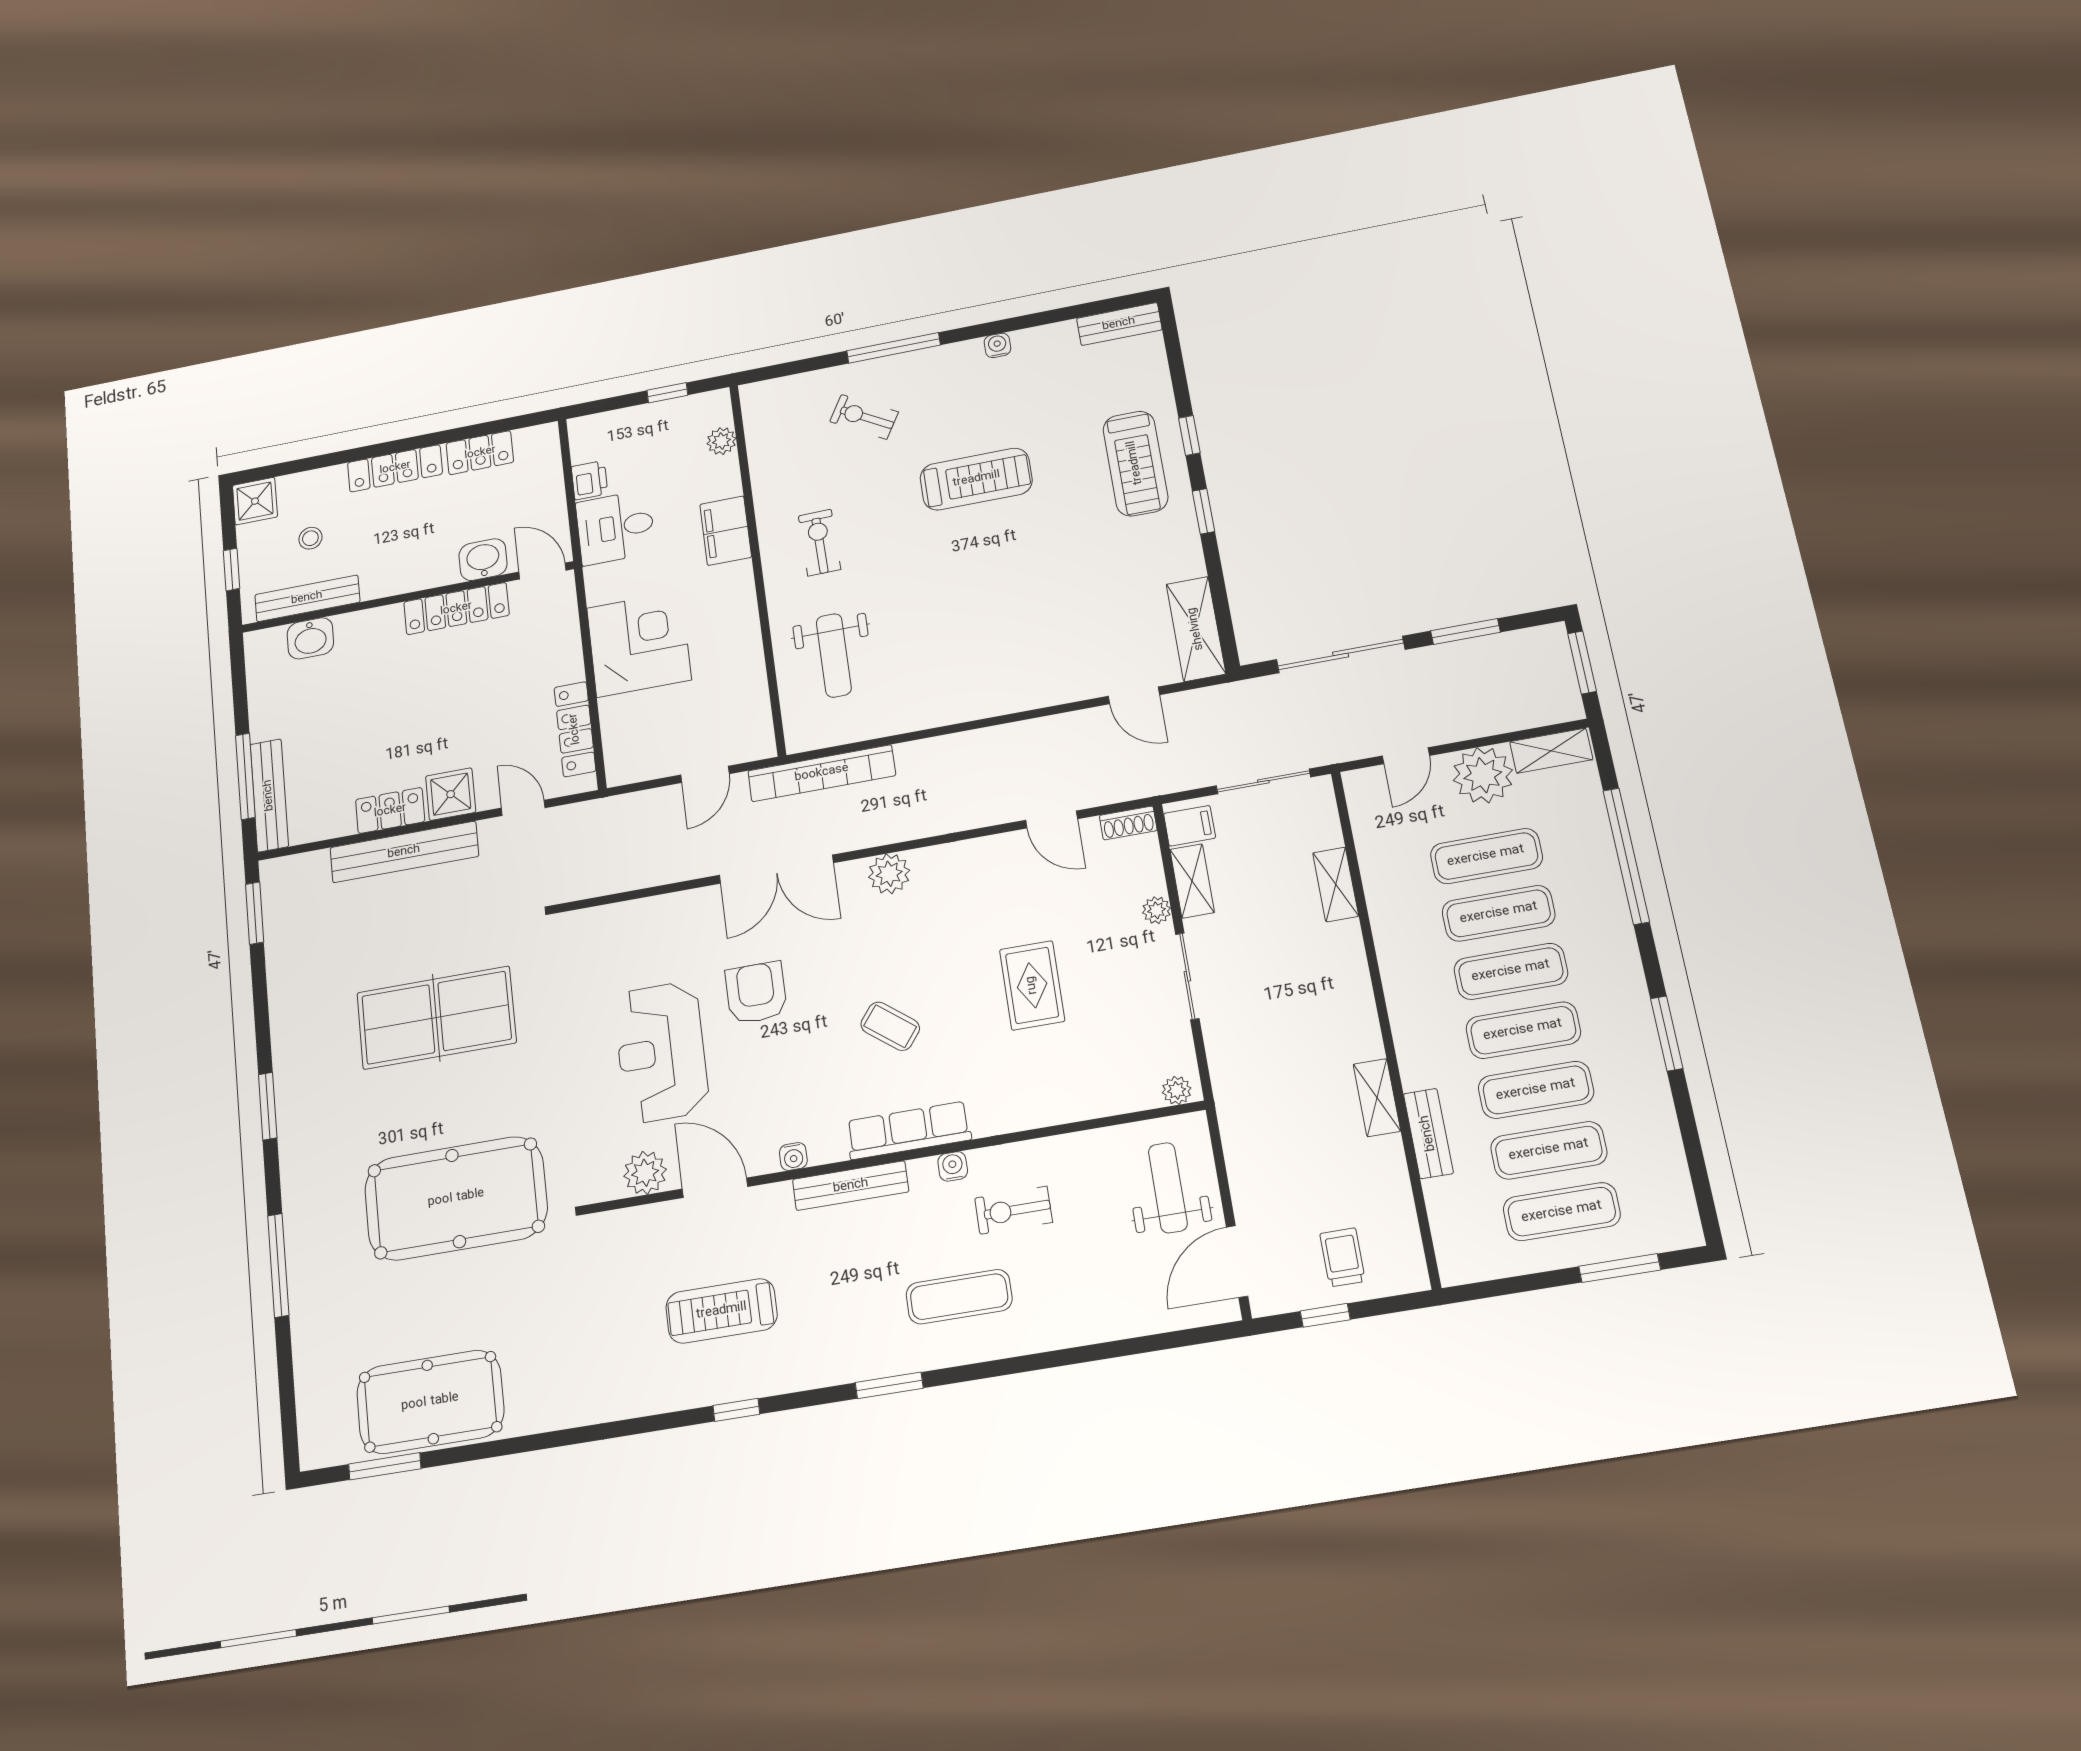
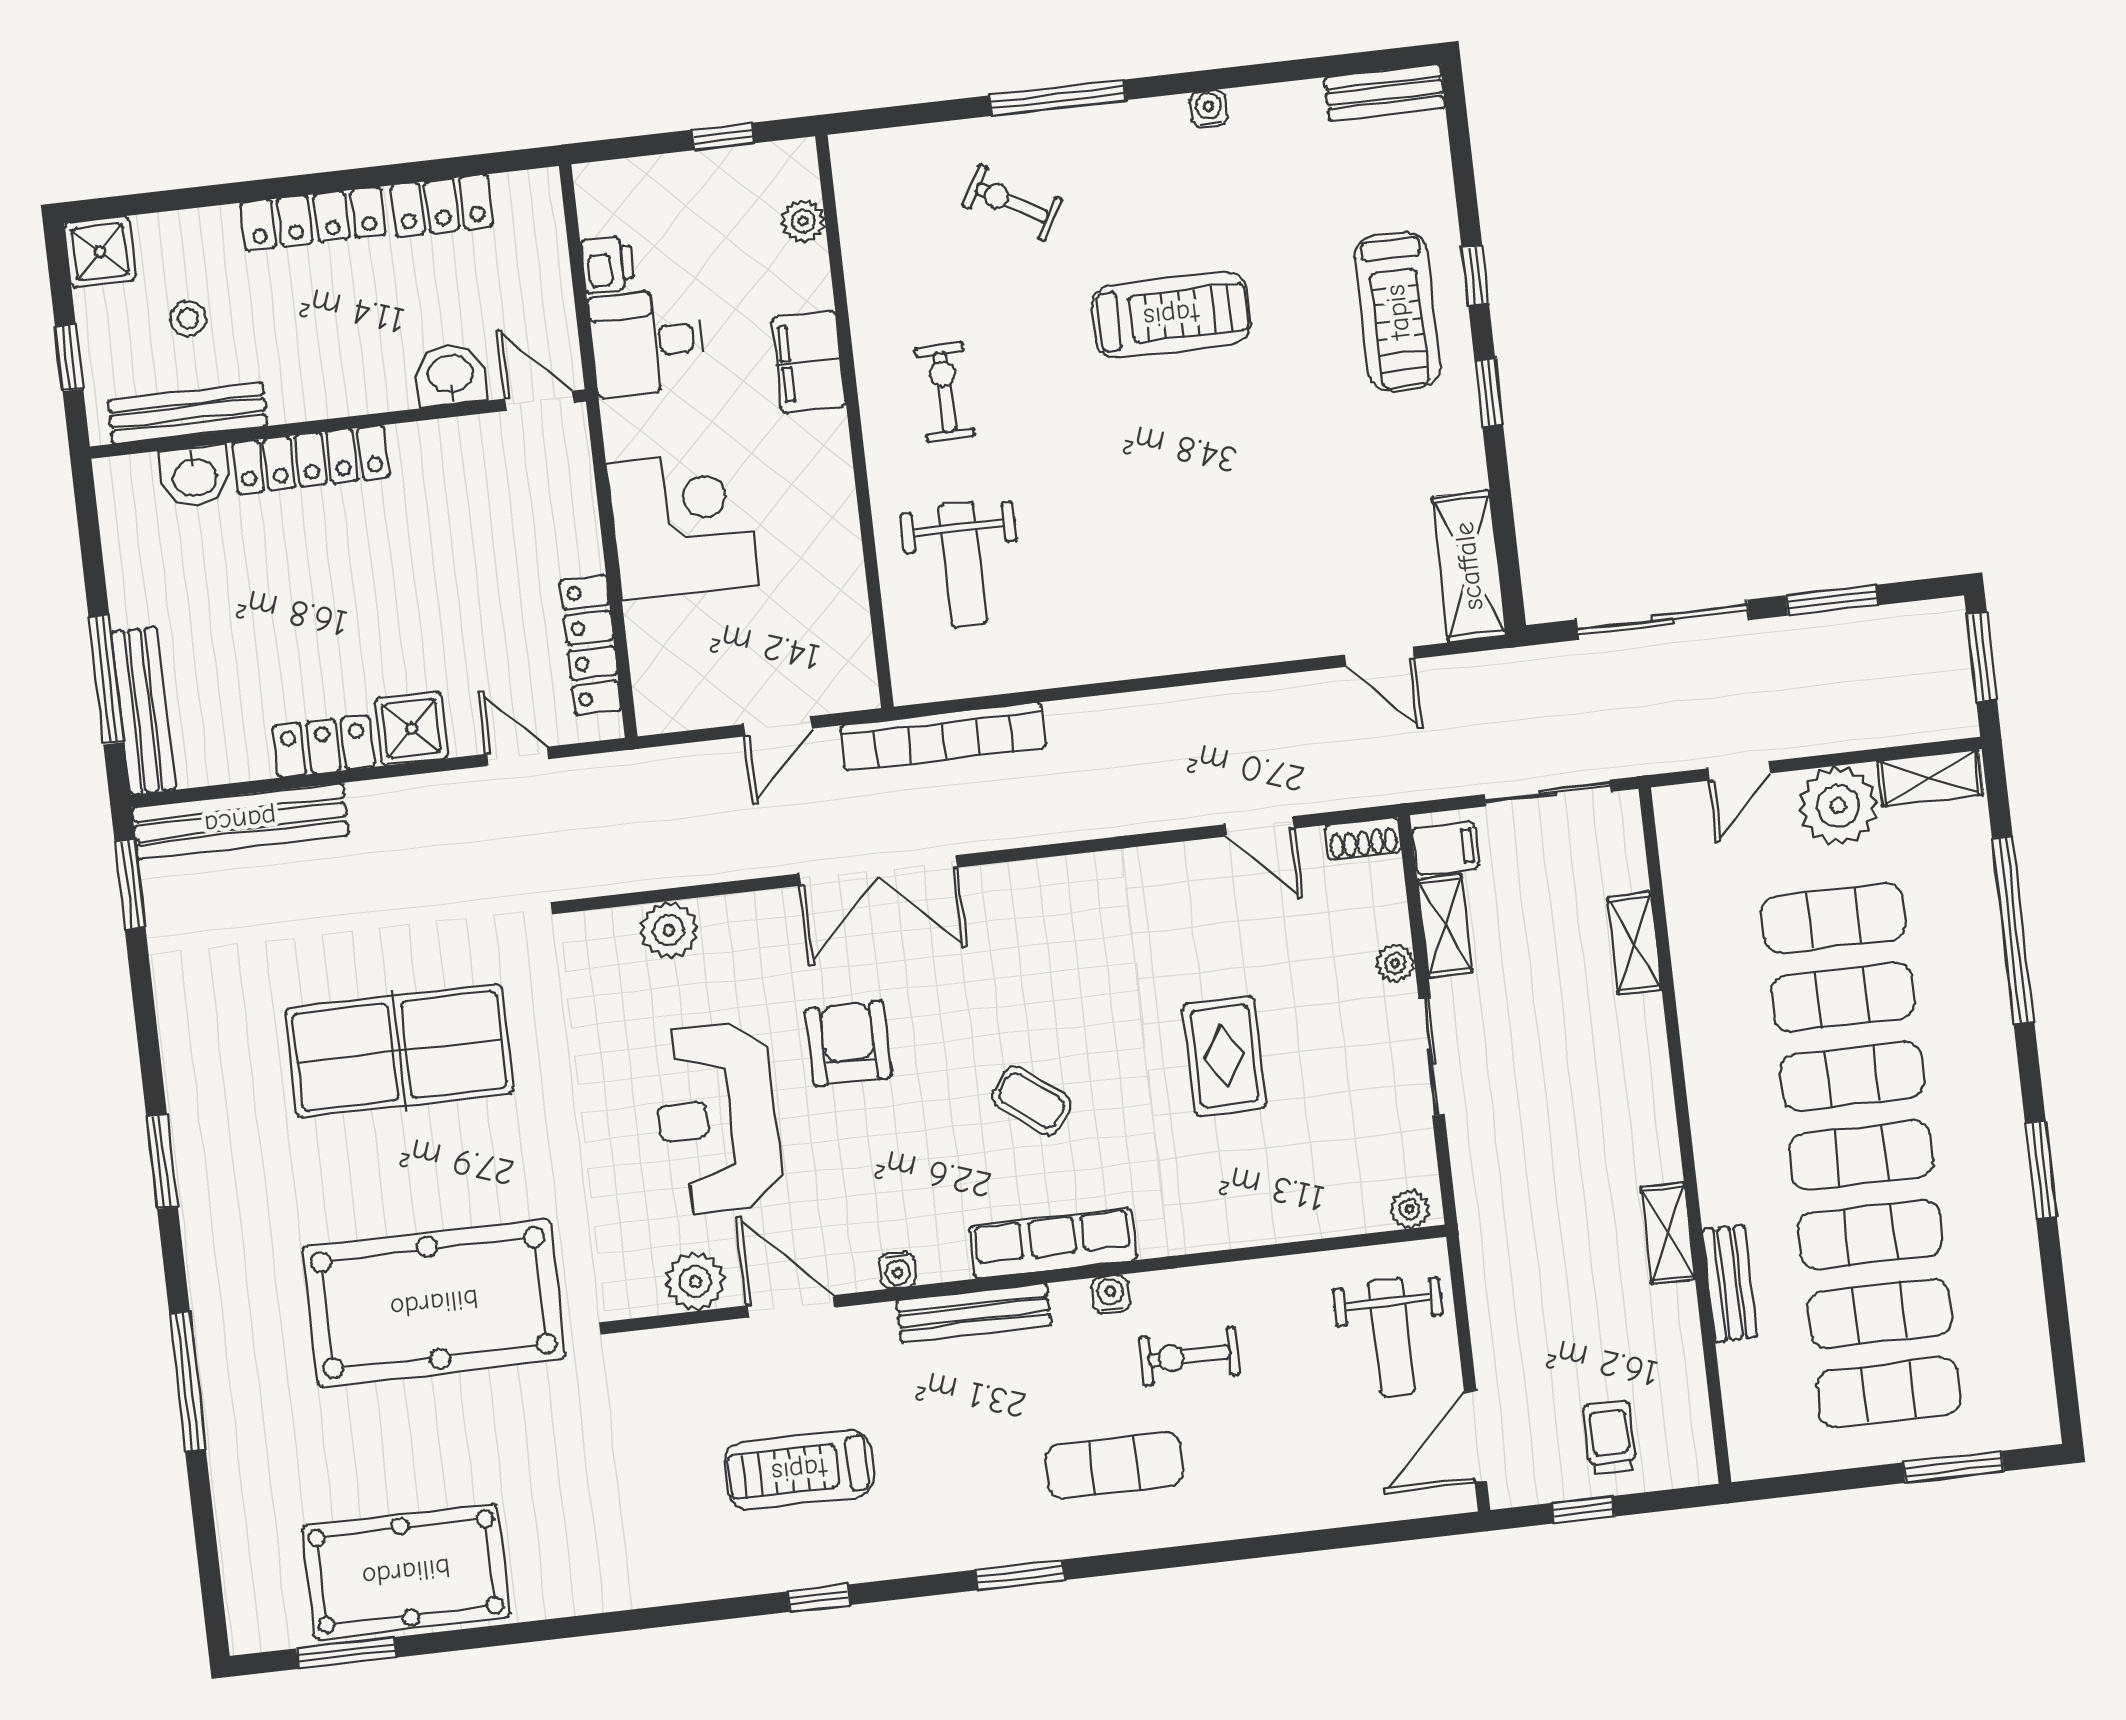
locker: (456, 609) -> (311, 460), moved
bench: (404, 852) -> (240, 821), moved
plant: (889, 874) -> (669, 930), moved
weight bench: (1168, 1188) -> (1392, 1337), turned 180

